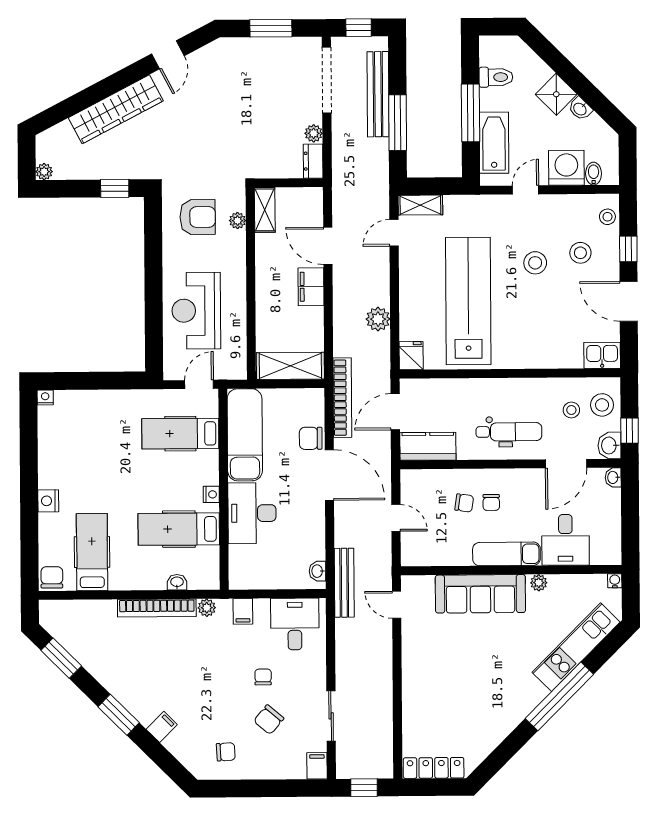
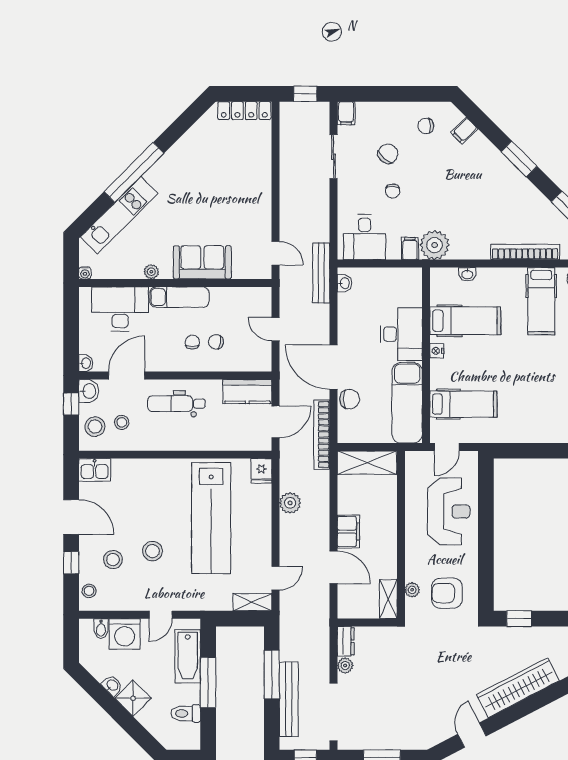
desk: (565, 540) -> (120, 309), width x1.37
sofa: (480, 594) -> (202, 262), width x0.73
bookcase: (157, 608) -> (525, 252), moved
plant: (207, 608) -> (435, 245), width x1.88, depth x1.88
filing cabinet: (162, 727) -> (464, 131), moved

